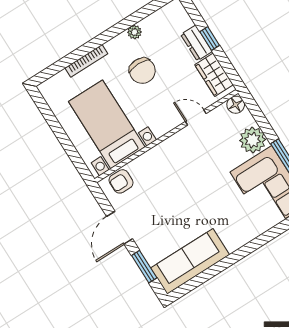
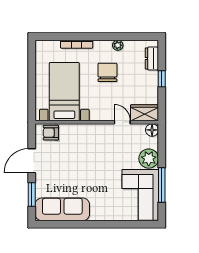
dresser: (196, 43) -> (152, 59), moved
chair: (142, 71) -> (107, 72), turned 180
wardrobe: (214, 75) -> (144, 113), moved, turned 90

